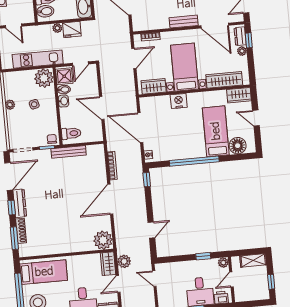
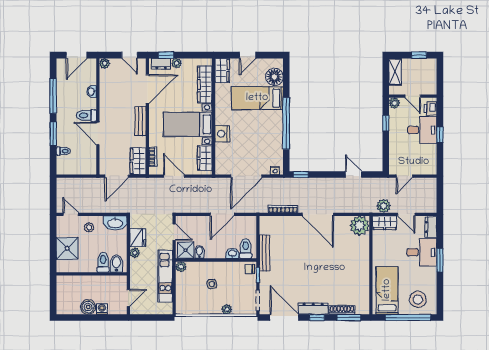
wardrobe: (145, 23) -> (138, 161), added
plant: (44, 78) -> (181, 267), width x0.53, depth x0.53
washbasin: (63, 101) -> (232, 253), moved
plant: (10, 105) -> (227, 309), moved

